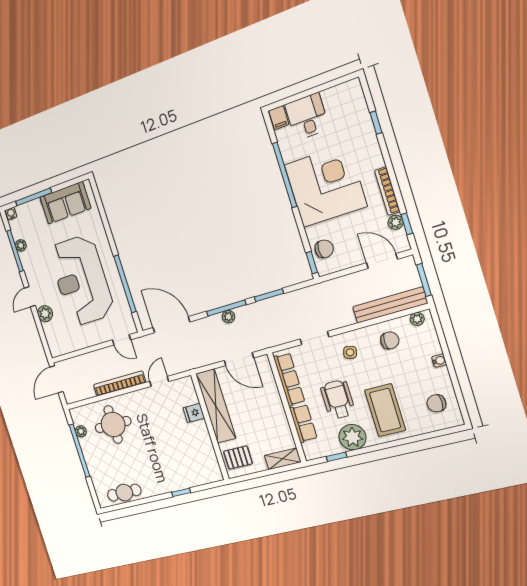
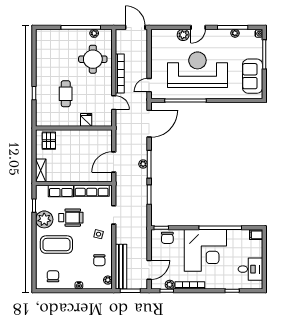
desk: (307, 117) -> (250, 269), moved
door: (30, 297) -> (198, 27), swing flipped
shelving: (216, 406) -> (87, 137), removed
cafe table: (124, 493) -> (66, 94), moved

